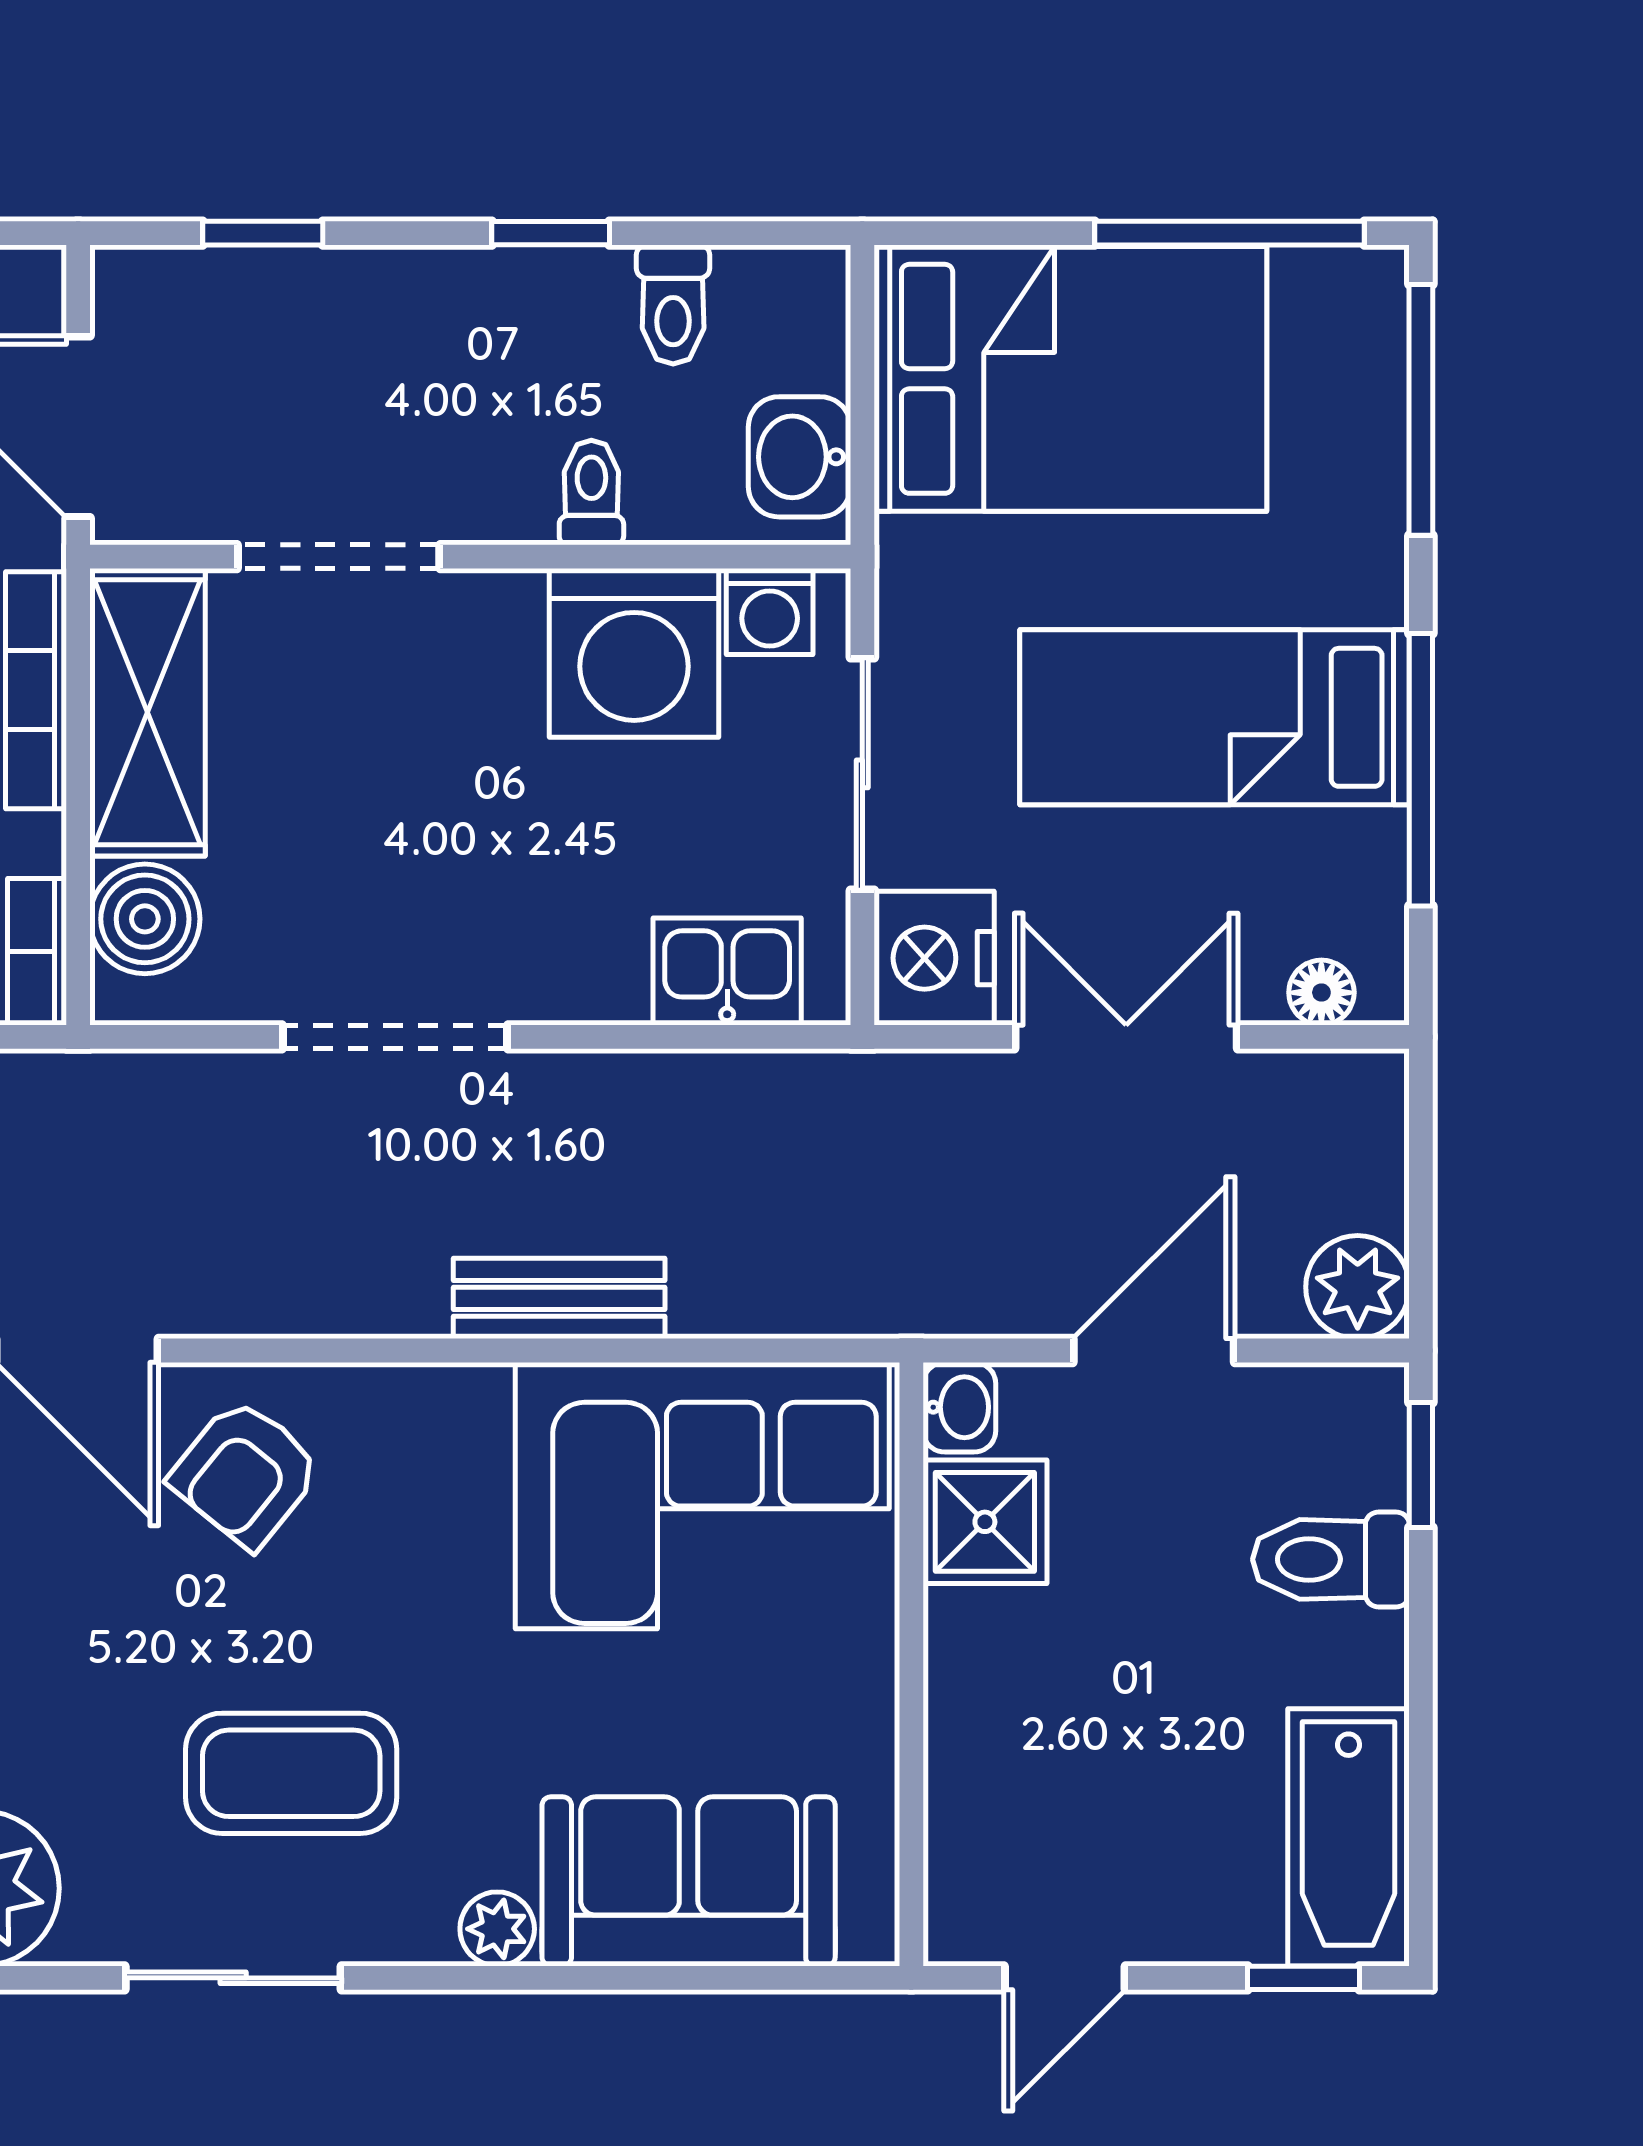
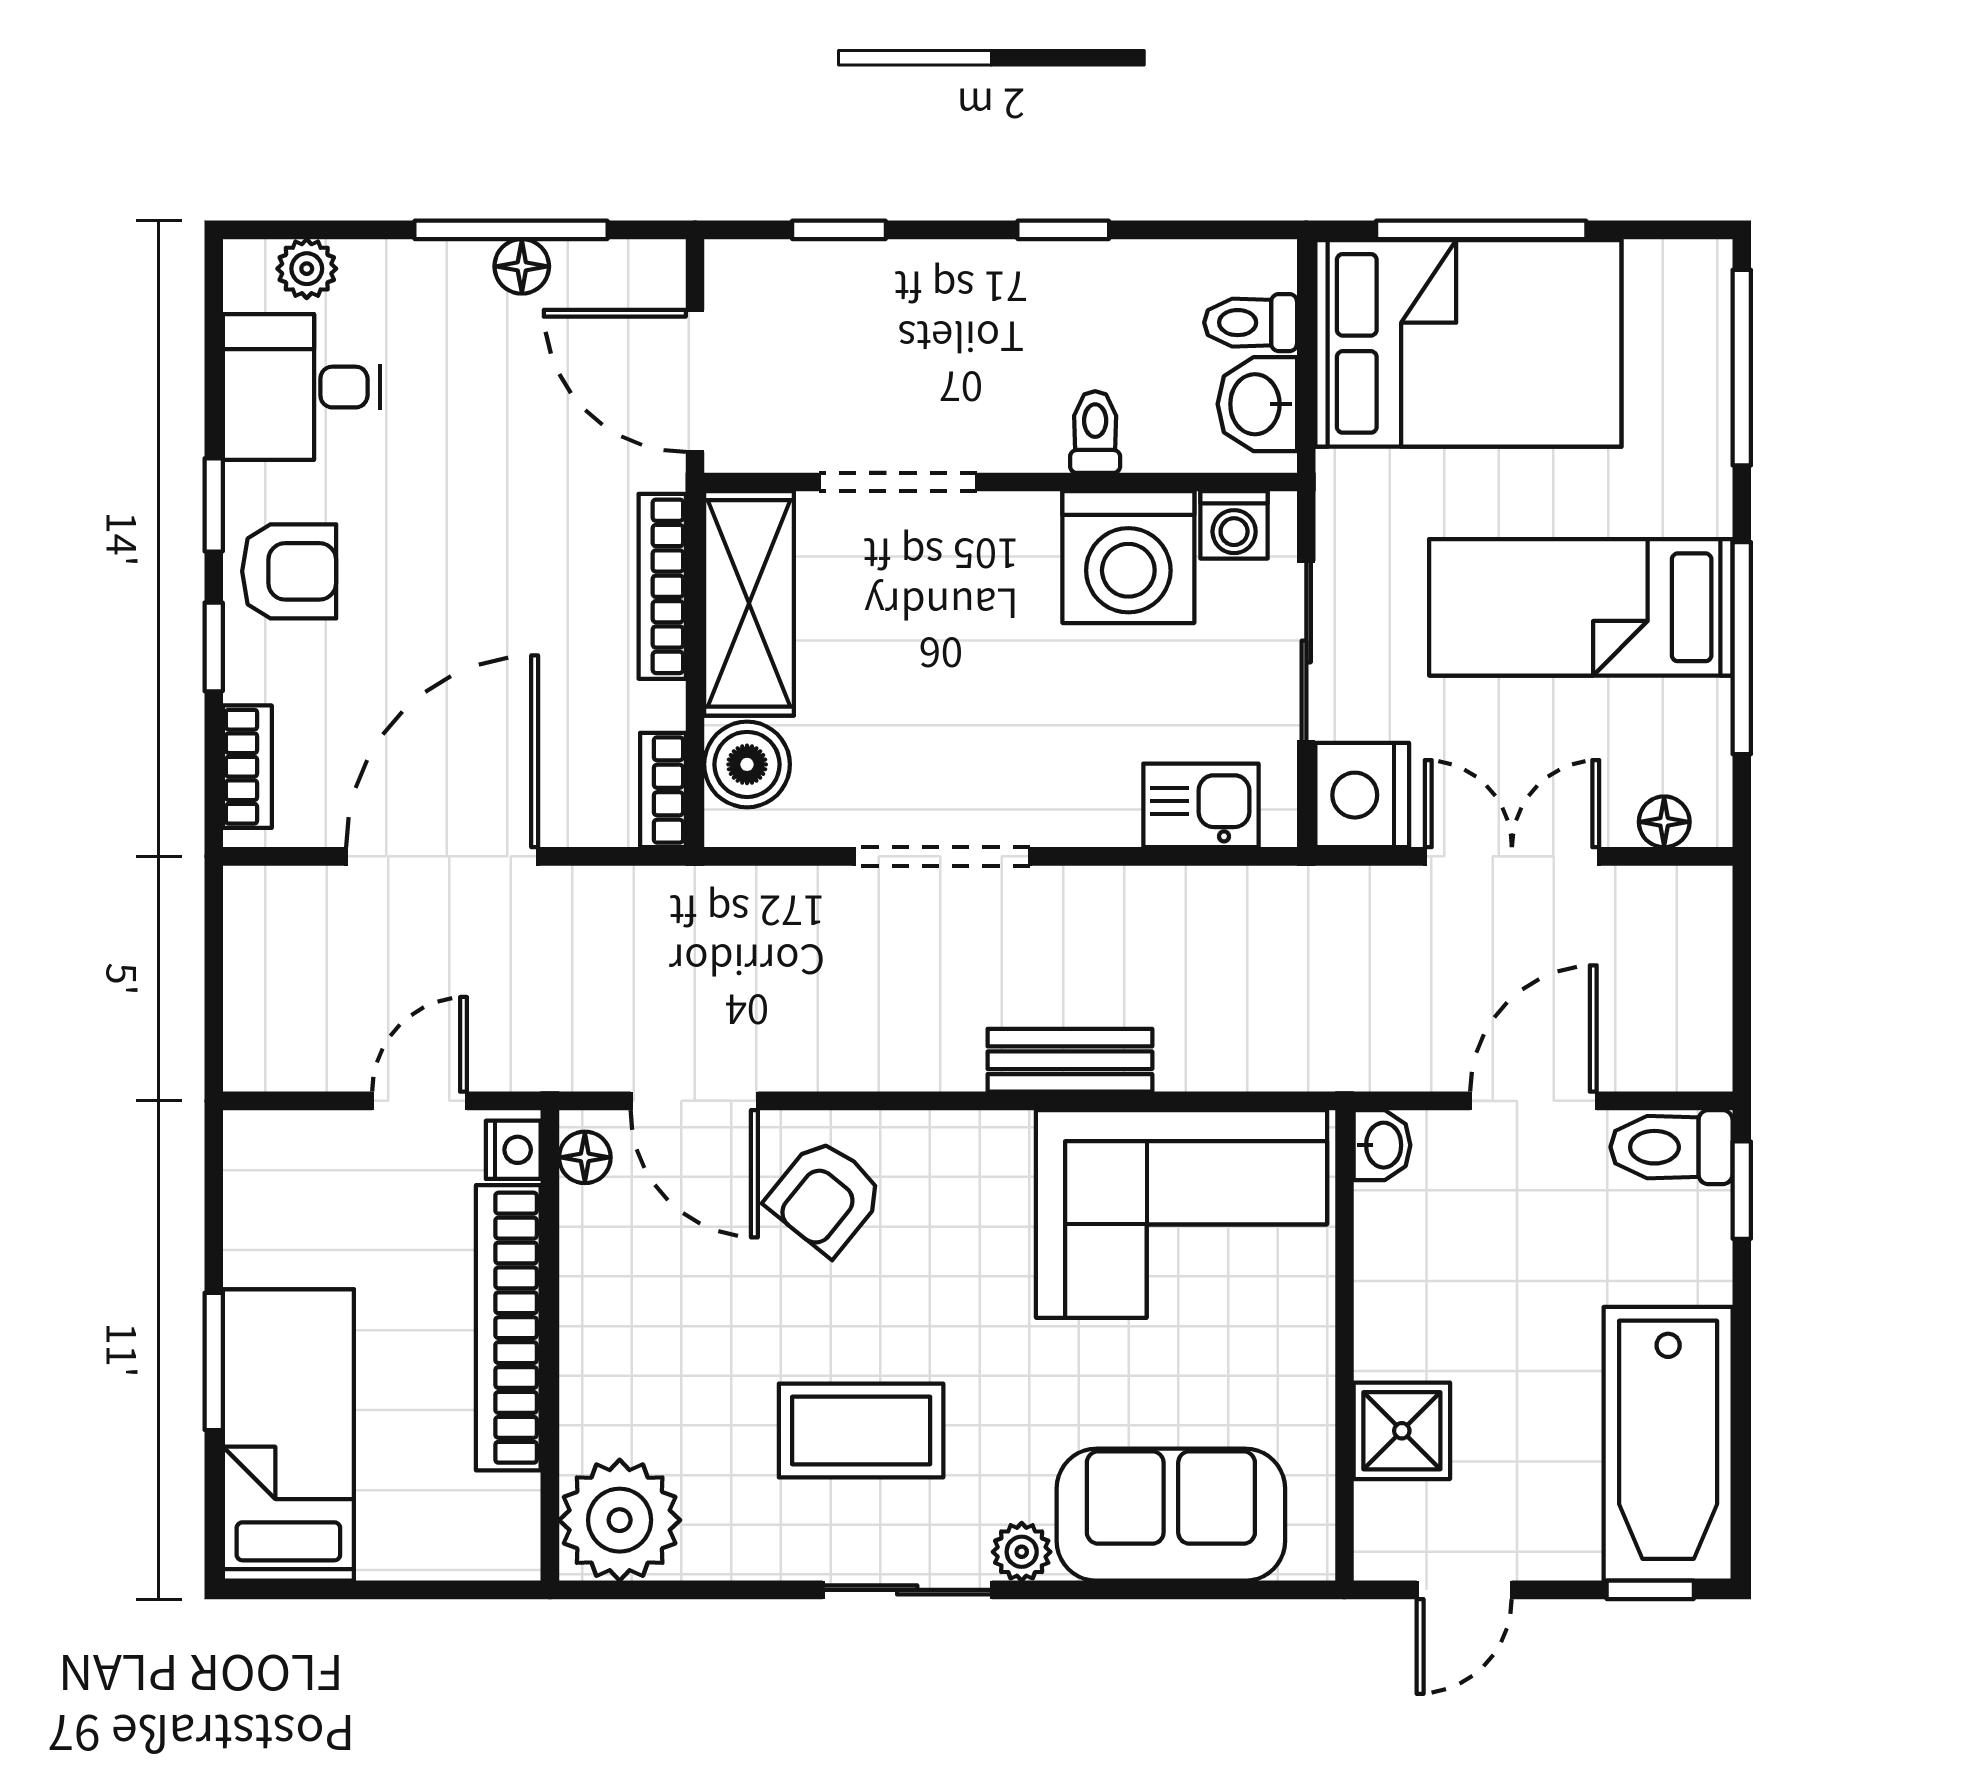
window: (1229, 233) -> (1481, 230), moved
toilet: (673, 304) -> (1251, 323), moved, turned 90
plant: (1358, 1287) -> (1692, 1051), removed
shower: (985, 1522) -> (1402, 1431), moved
toilet: (1331, 1559) -> (1672, 1147), moved
bathtub: (1349, 1837) -> (1668, 1444), width x1.36, depth x1.36
sliding door: (233, 1978) -> (907, 1590), moved

